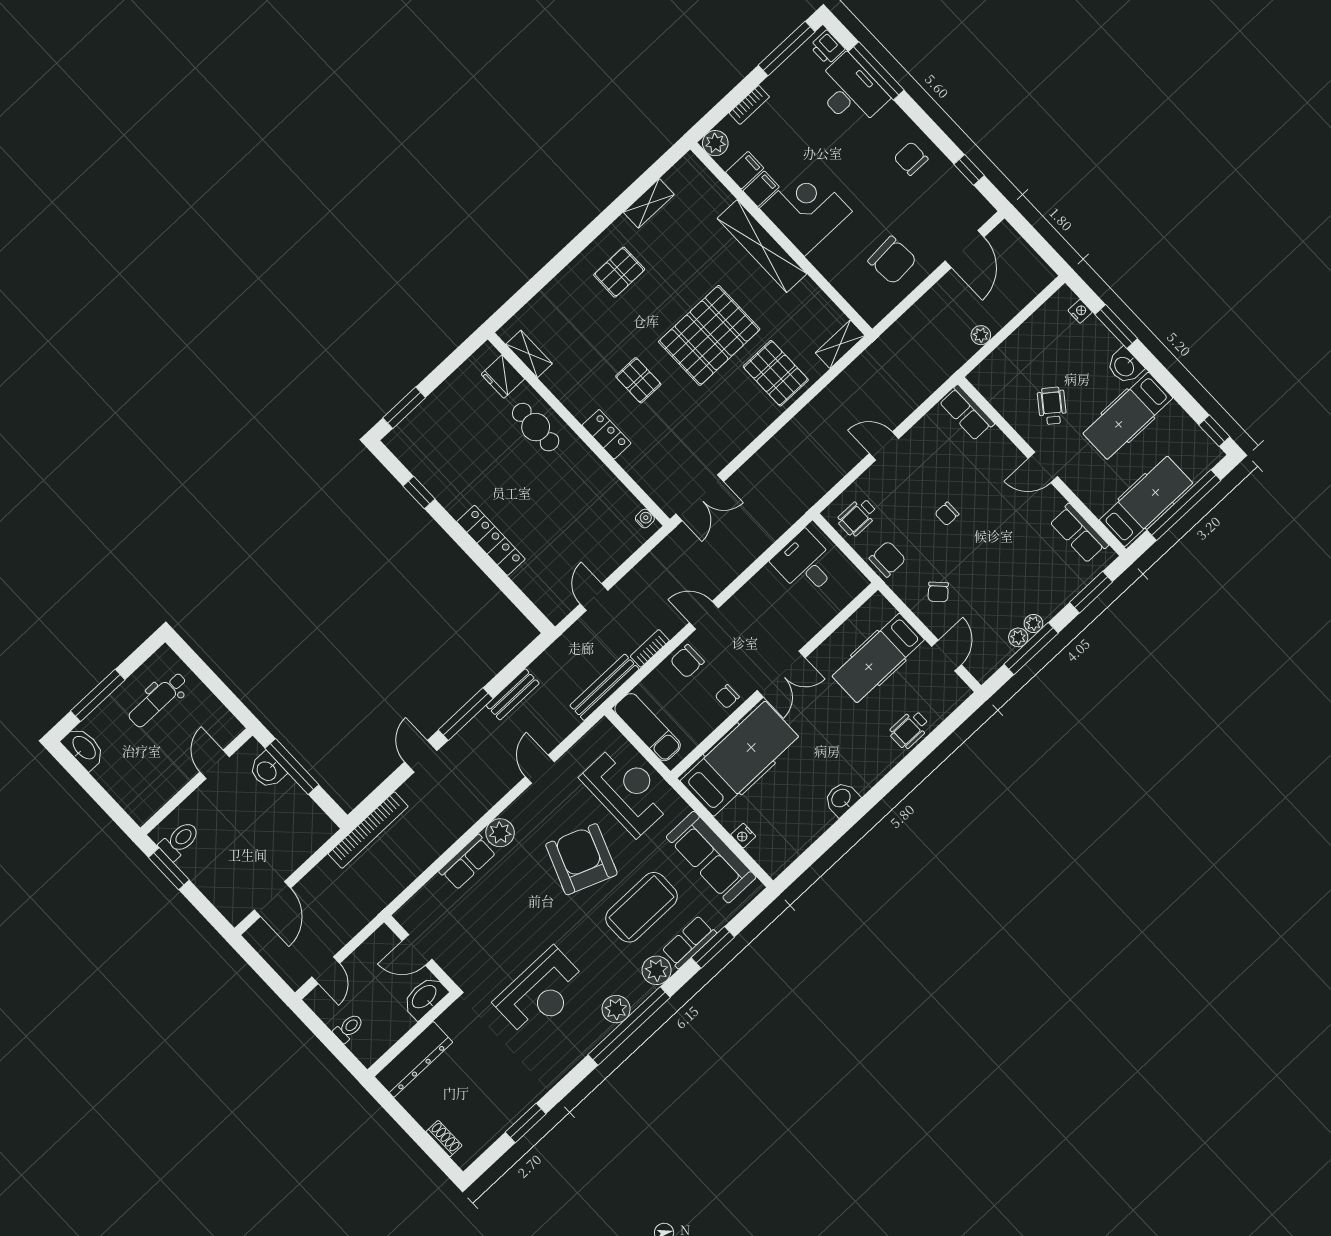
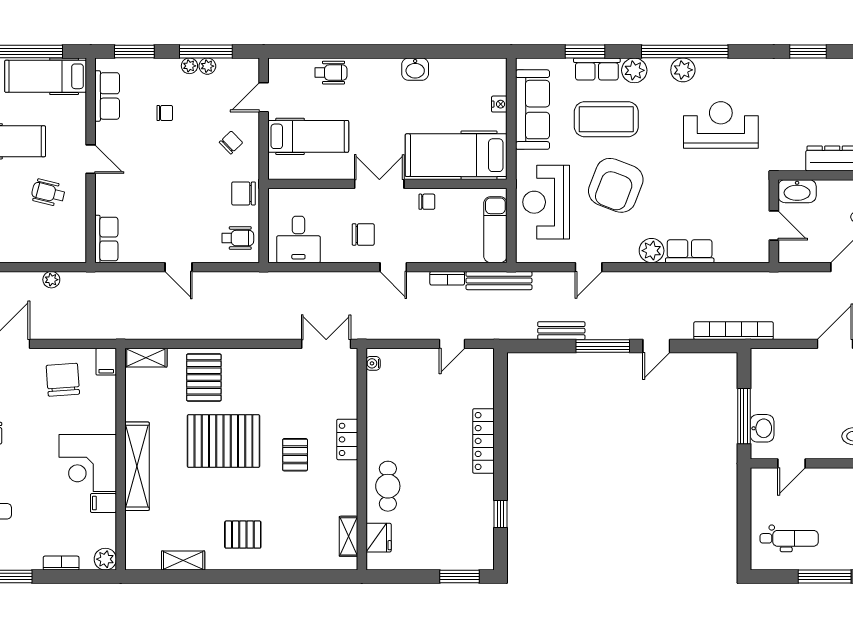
filing cabinet: (745, 170) -> (106, 362), moved, turned -90
wheelchair: (1052, 406) -> (48, 193), turned 67
chair: (947, 514) -> (165, 113), moved
chair: (687, 661) -> (363, 234), moved

